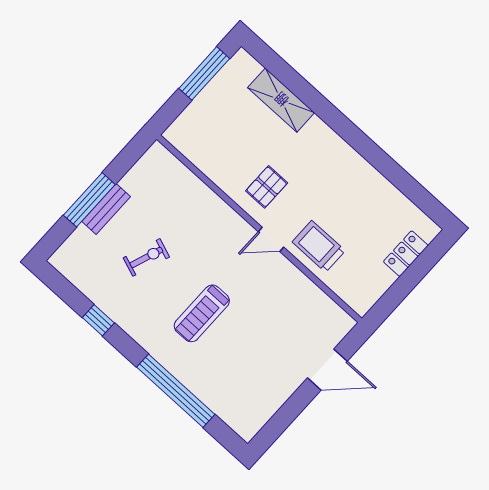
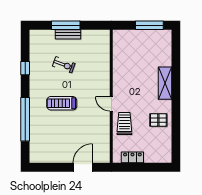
shelving: (281, 100) -> (165, 83), moved
pallet: (267, 187) -> (158, 120), moved
locker: (406, 254) -> (132, 157), moved
door: (327, 370) -> (83, 167), swing flipped

